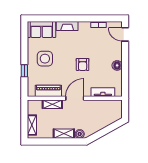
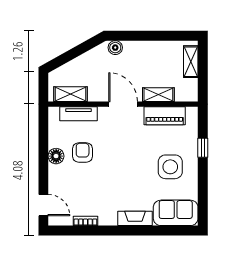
armchair: (83, 64) -> (83, 153), moved
door: (75, 98) -> (123, 104), swing flipped
shelving: (64, 134) -> (70, 94), moved

